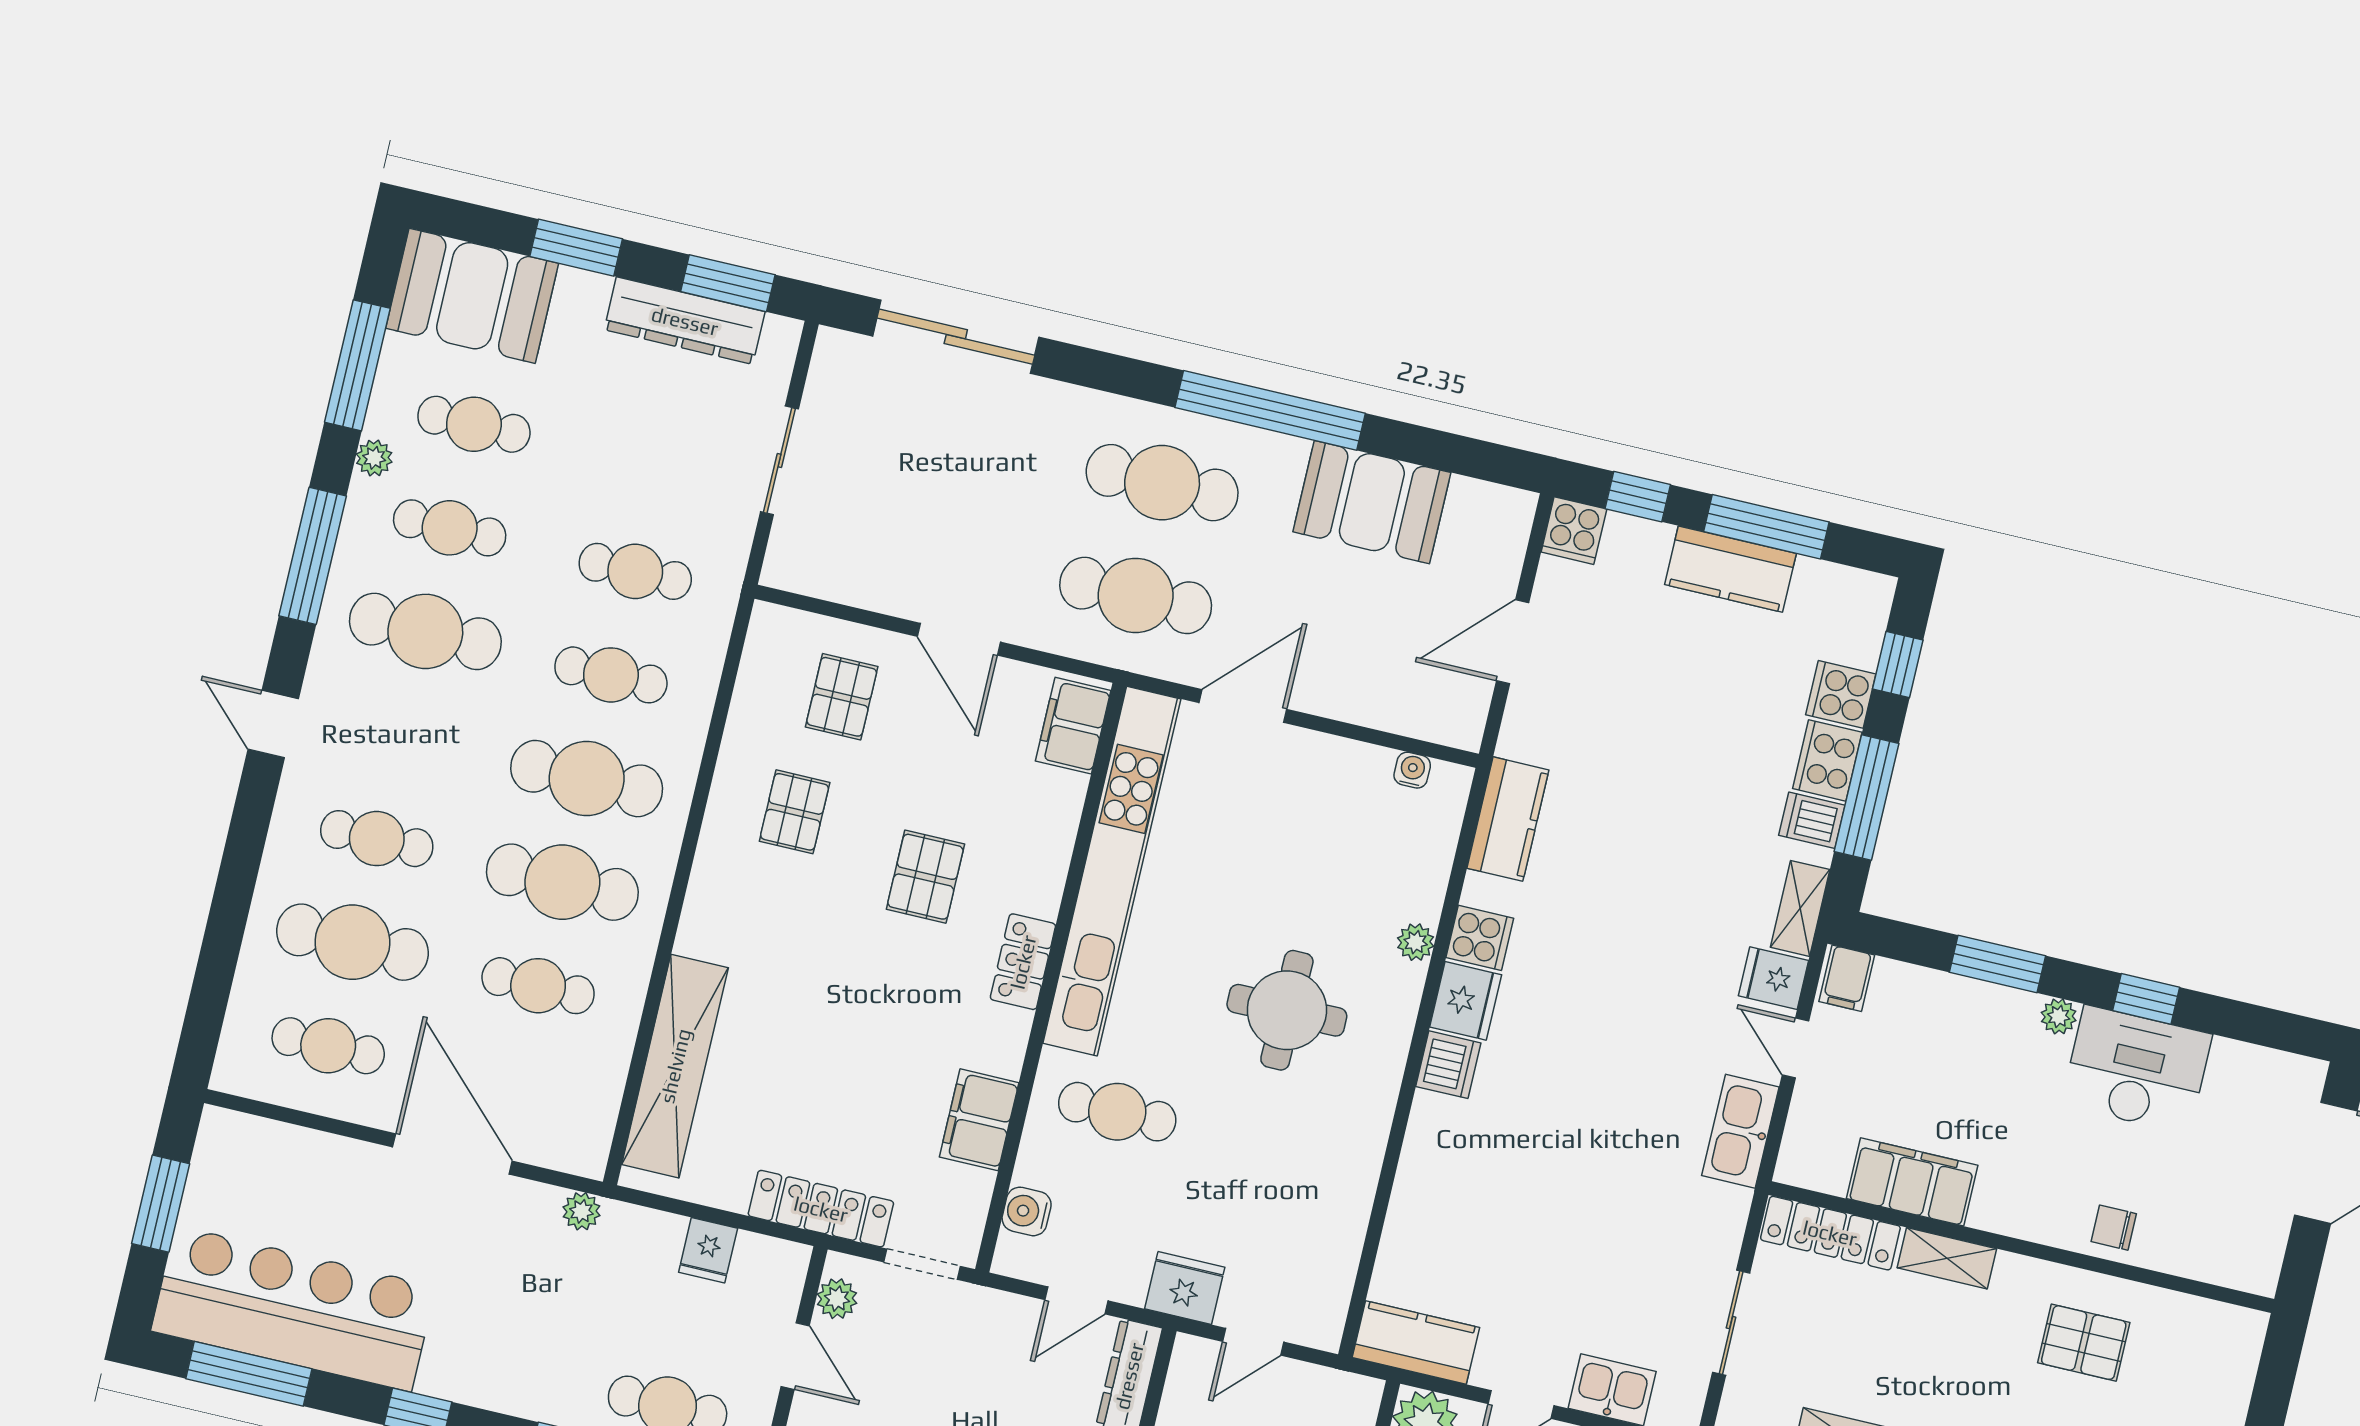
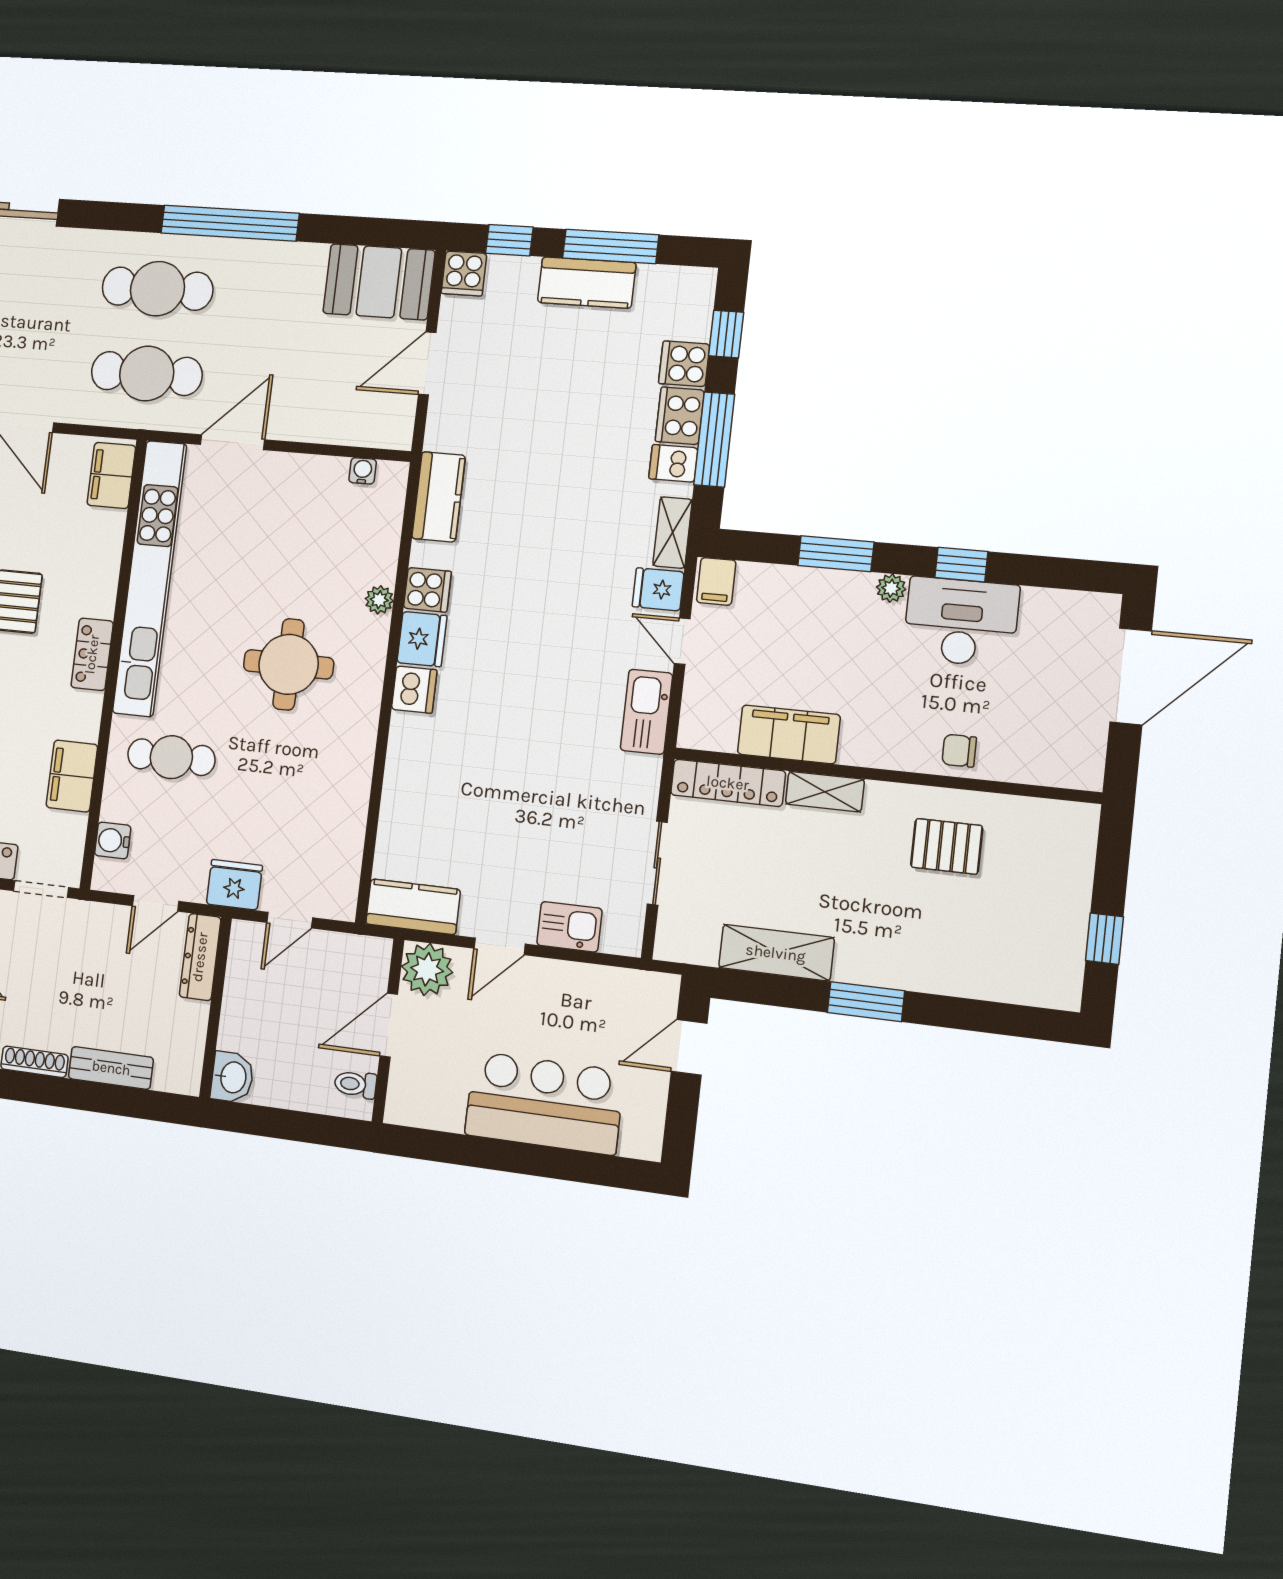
booth: (1372, 502) -> (379, 282), moved

